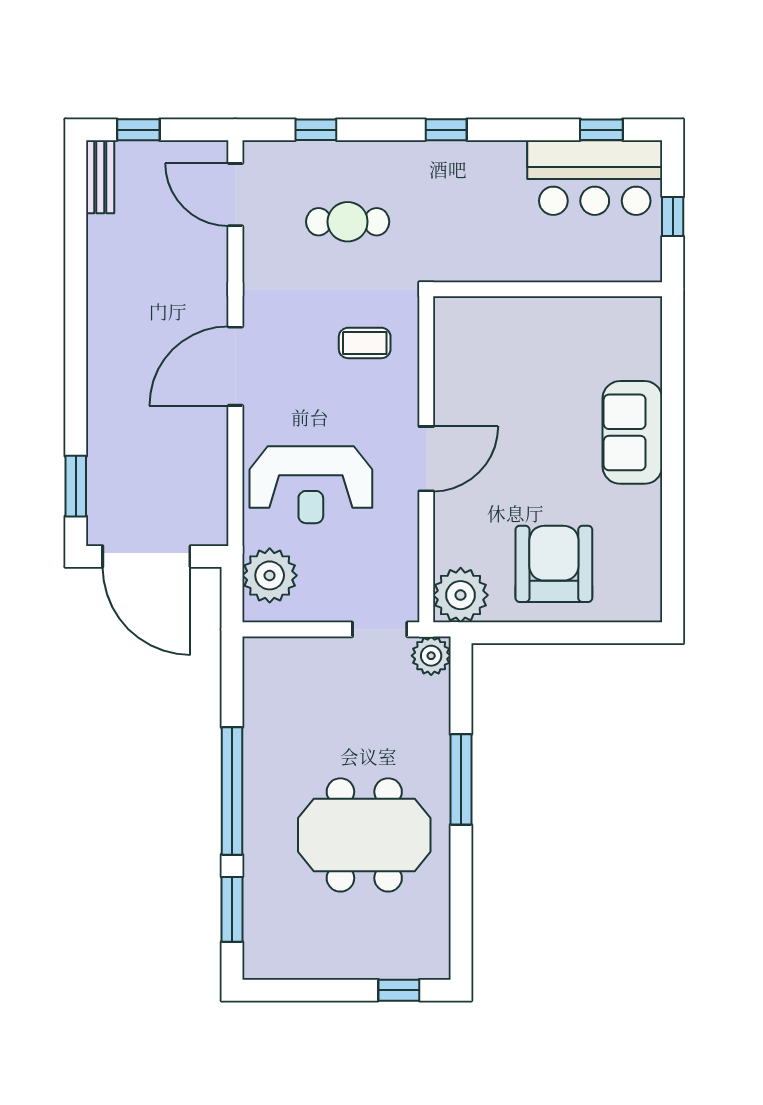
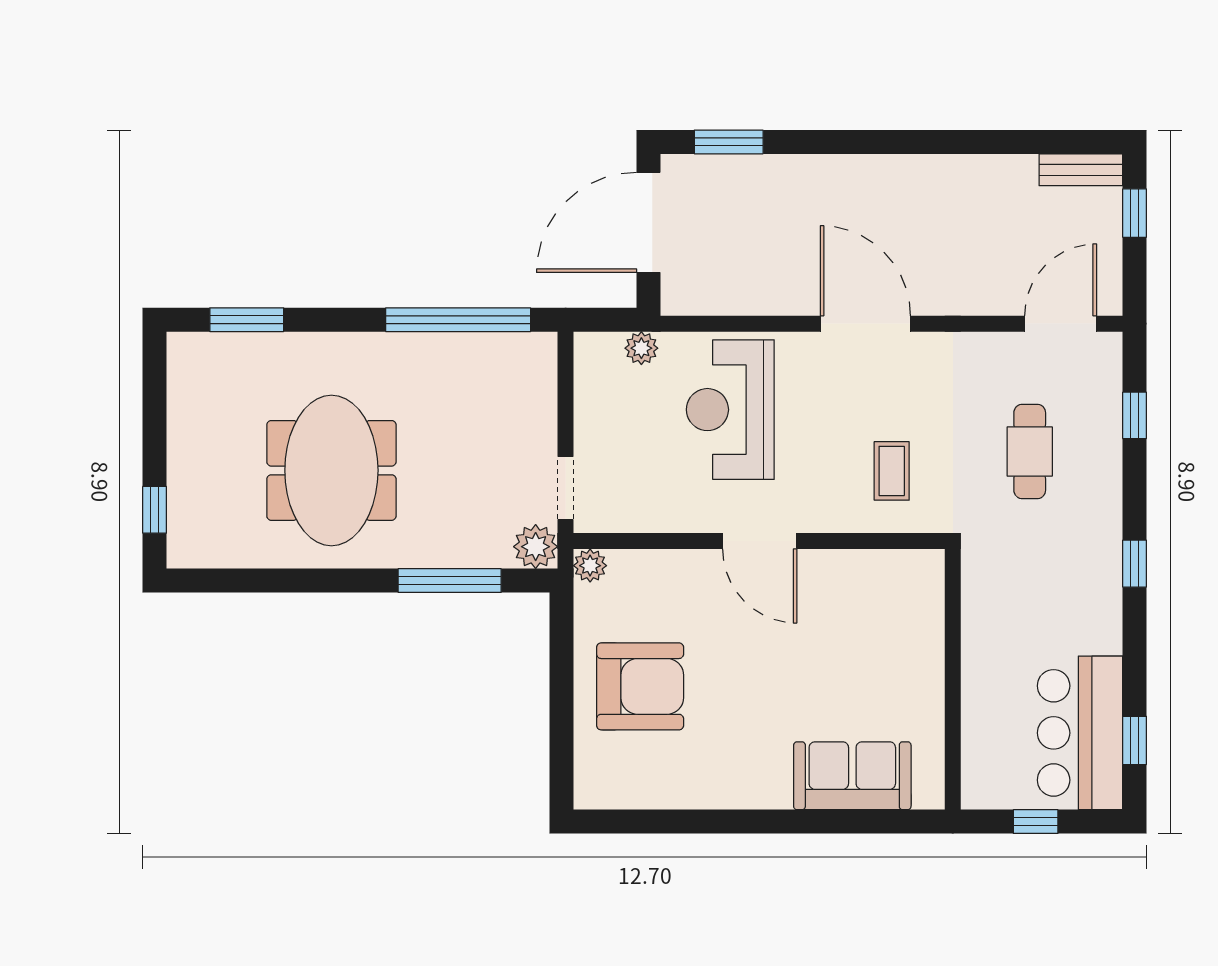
sofa: (632, 432) -> (852, 776), moved
plant: (270, 575) -> (641, 348), width x0.53, depth x0.53
plant: (461, 595) -> (590, 566), width x0.53, depth x0.53
window: (461, 779) -> (450, 581), moved
window: (232, 791) -> (458, 320), moved

